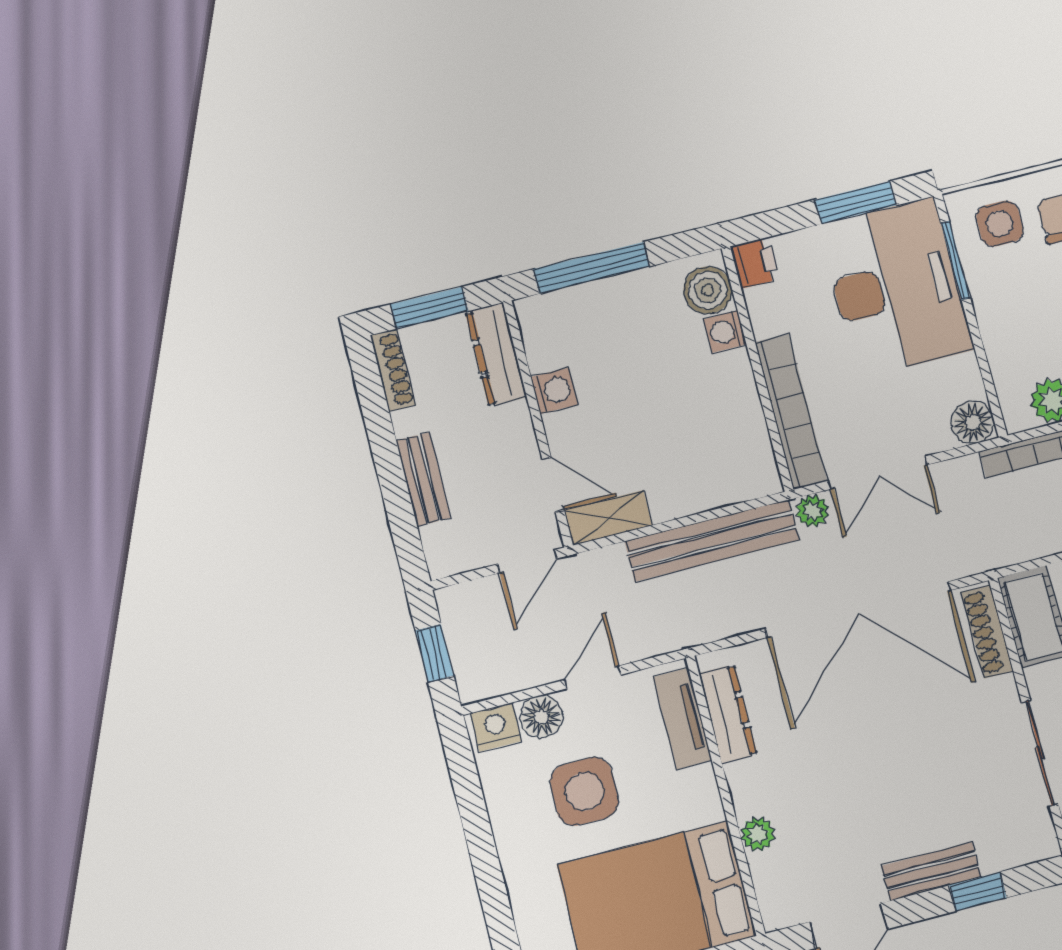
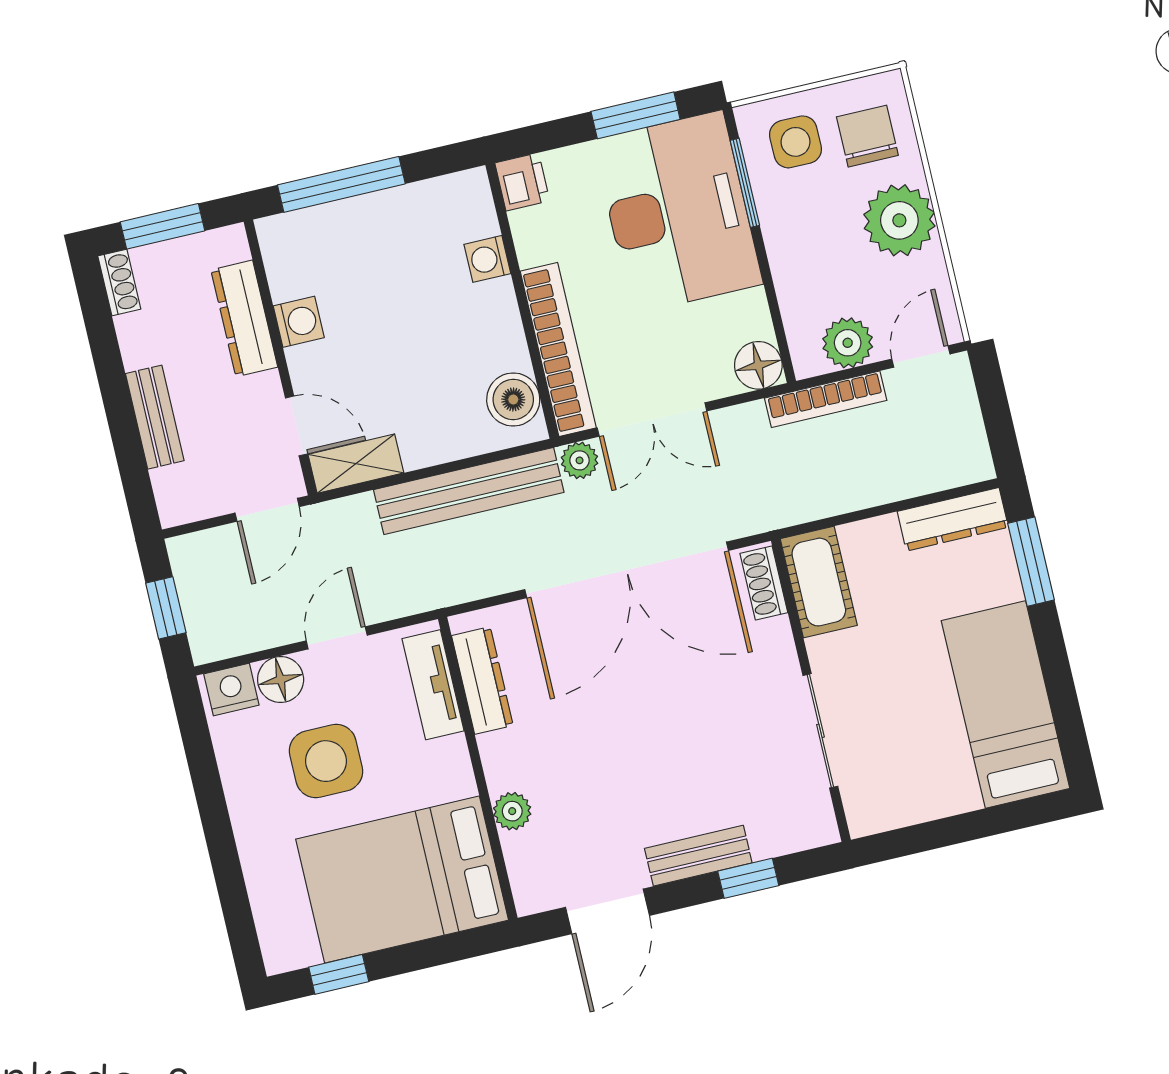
boiler: (708, 290) -> (513, 399), moved
dresser: (496, 355) -> (244, 318), moved
shoe rack: (393, 370) -> (119, 283), width x0.70
shoe rack: (987, 632) -> (764, 583), width x0.70

